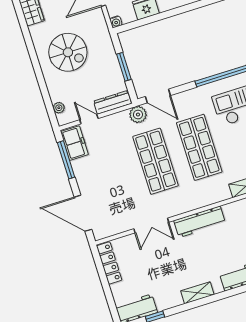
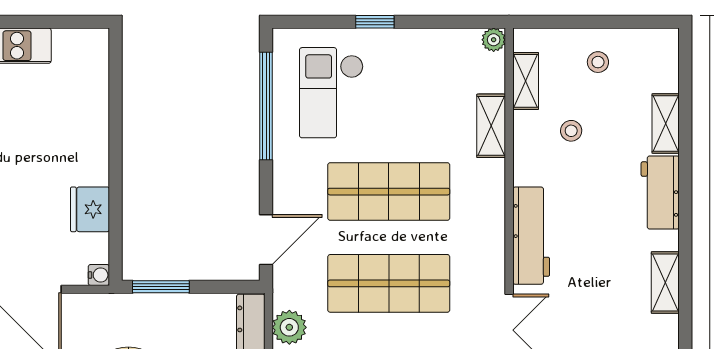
window: (124, 67) -> (161, 287), moved
plant: (138, 115) -> (289, 327), moved

